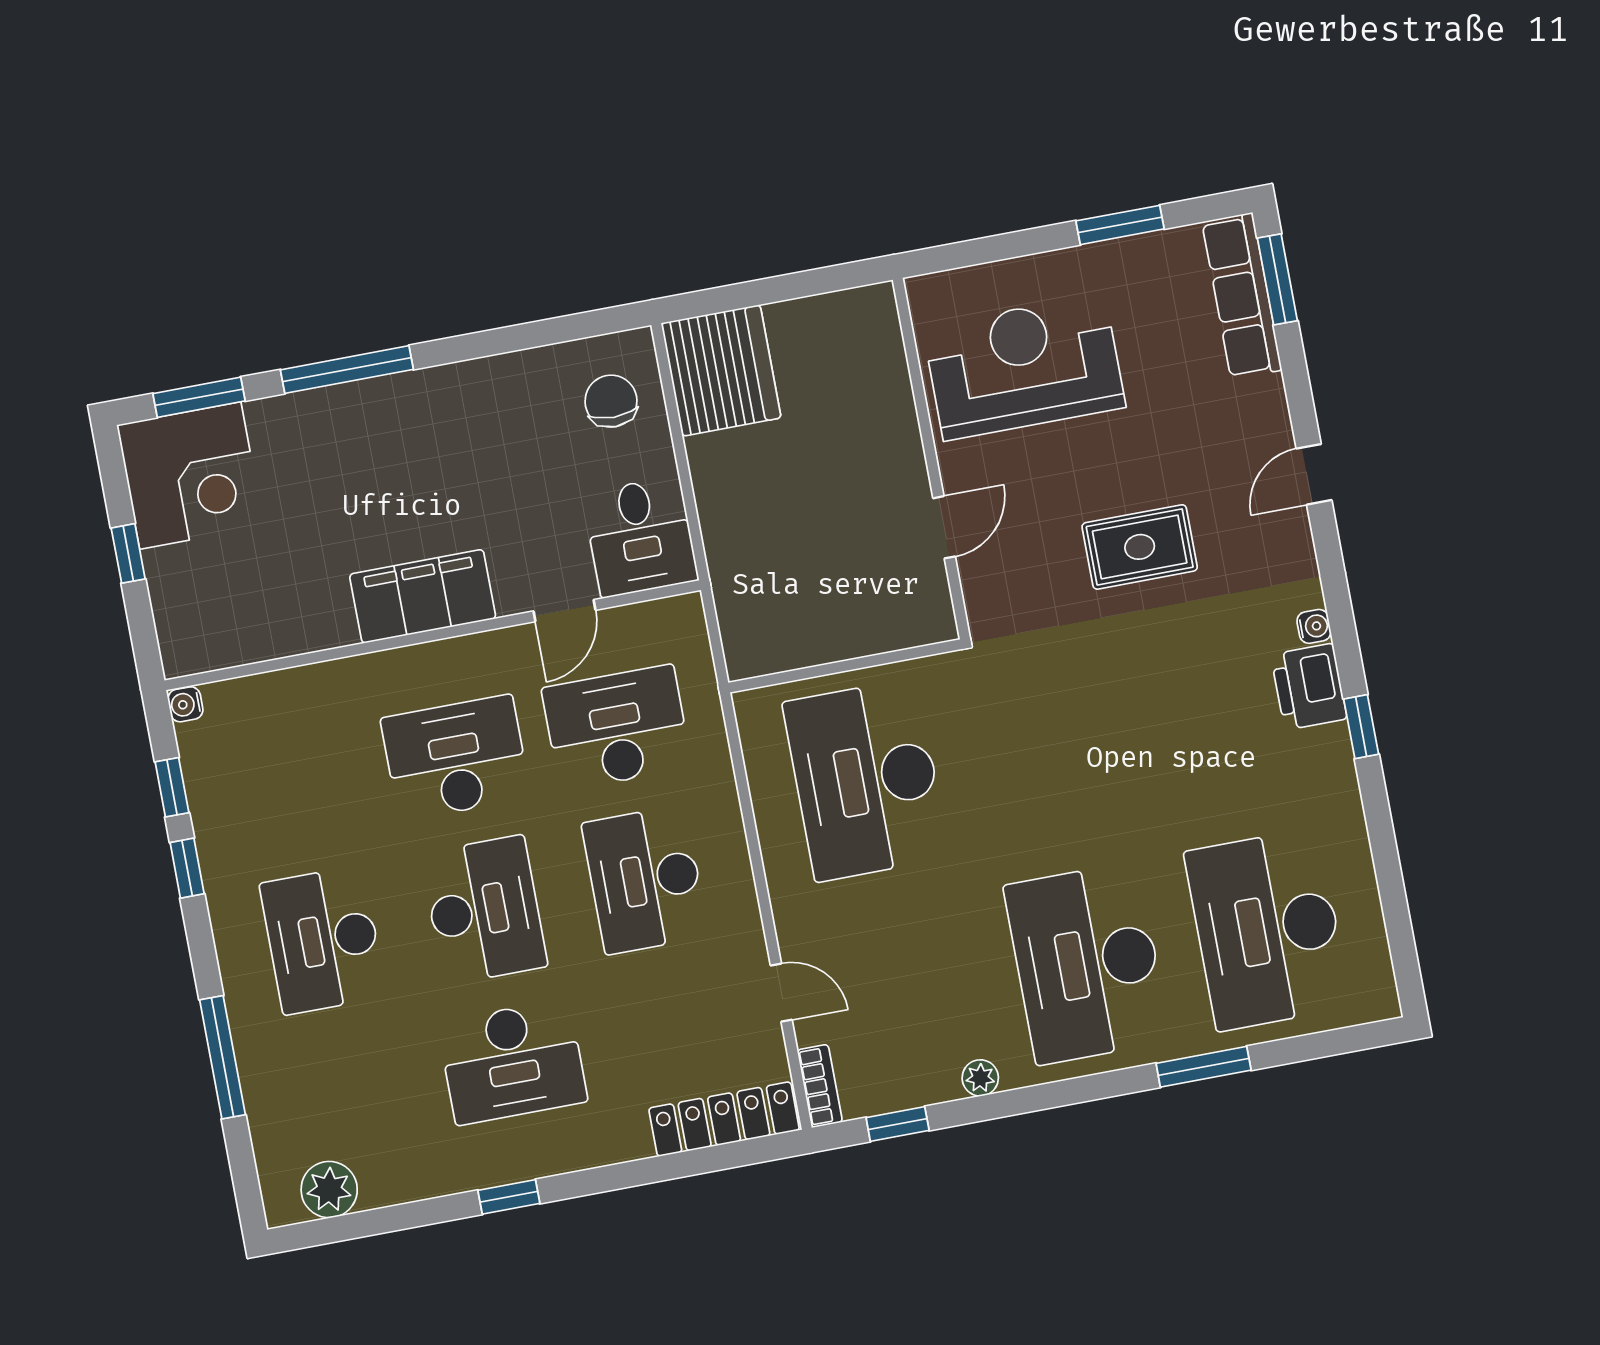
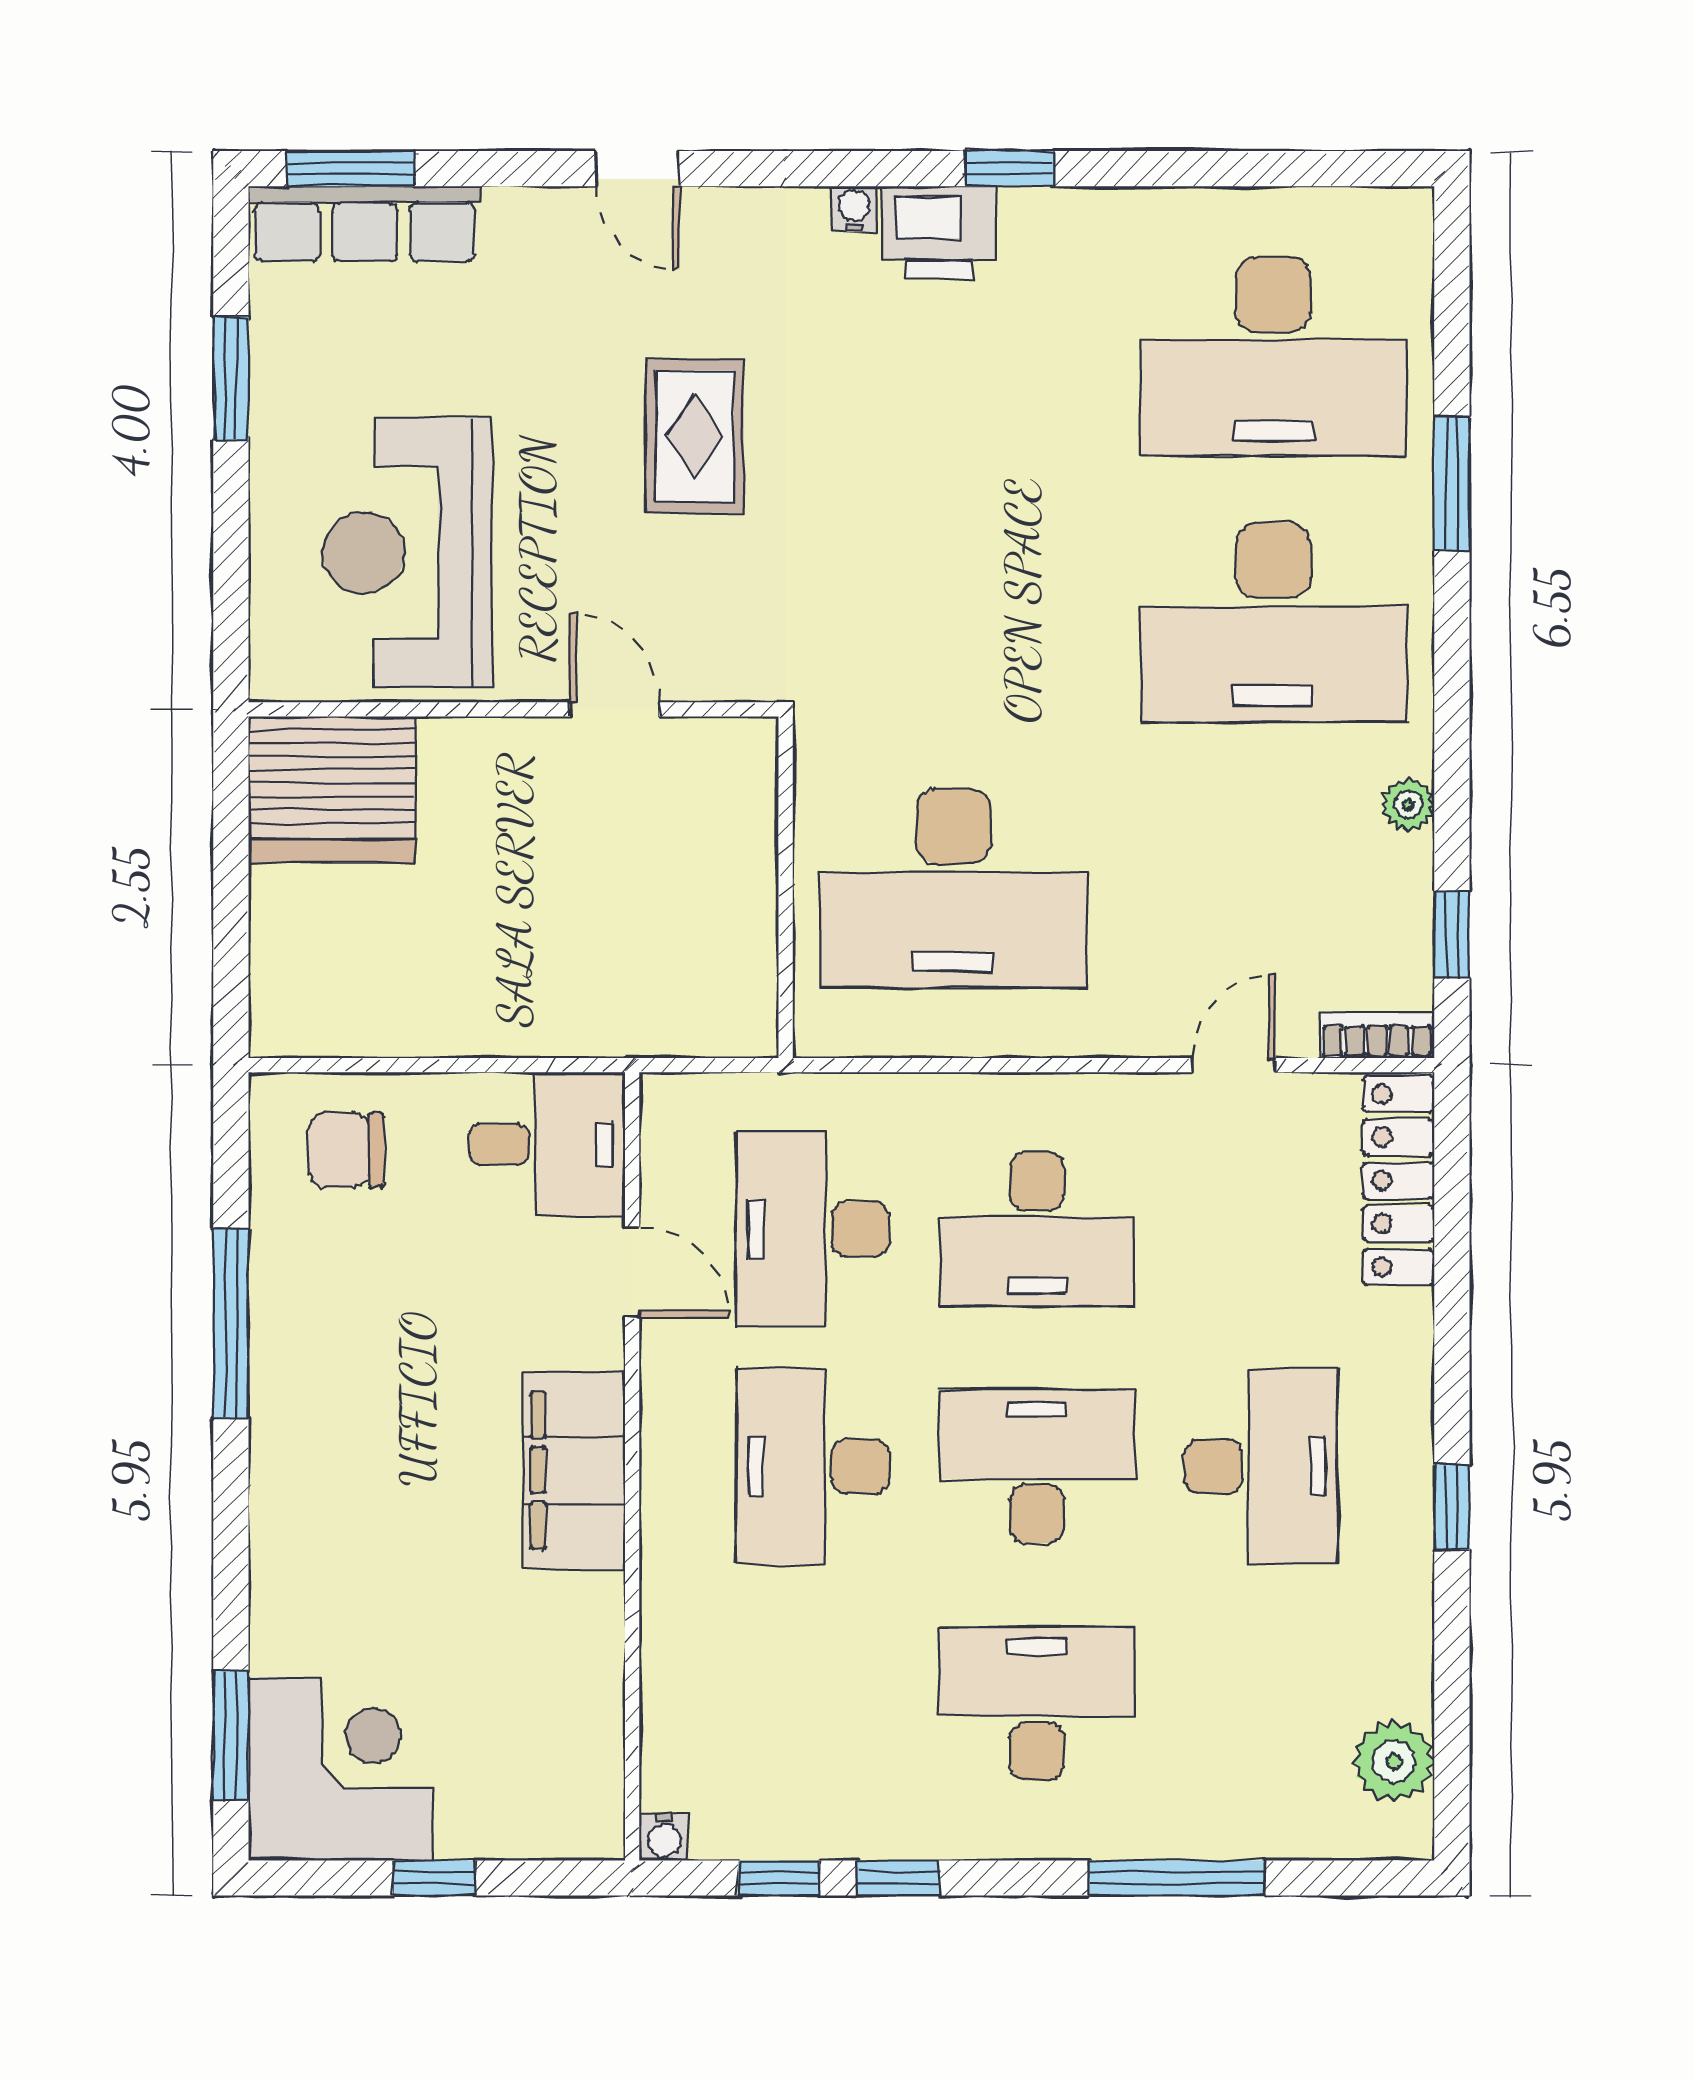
window: (347, 370) -> (231, 1324), moved
server rack: (721, 371) -> (332, 789), moved, turned 180
desk: (323, 940) -> (1037, 1704), turned 180

